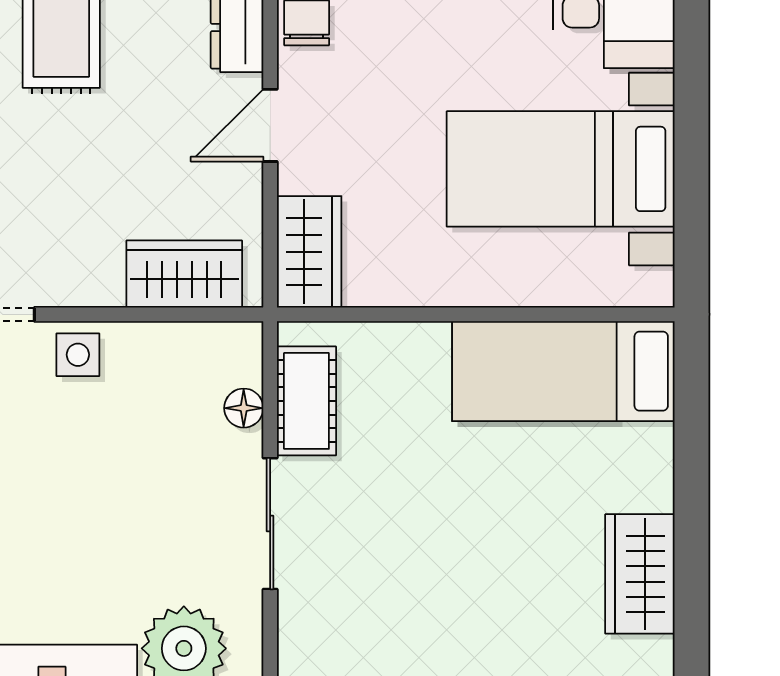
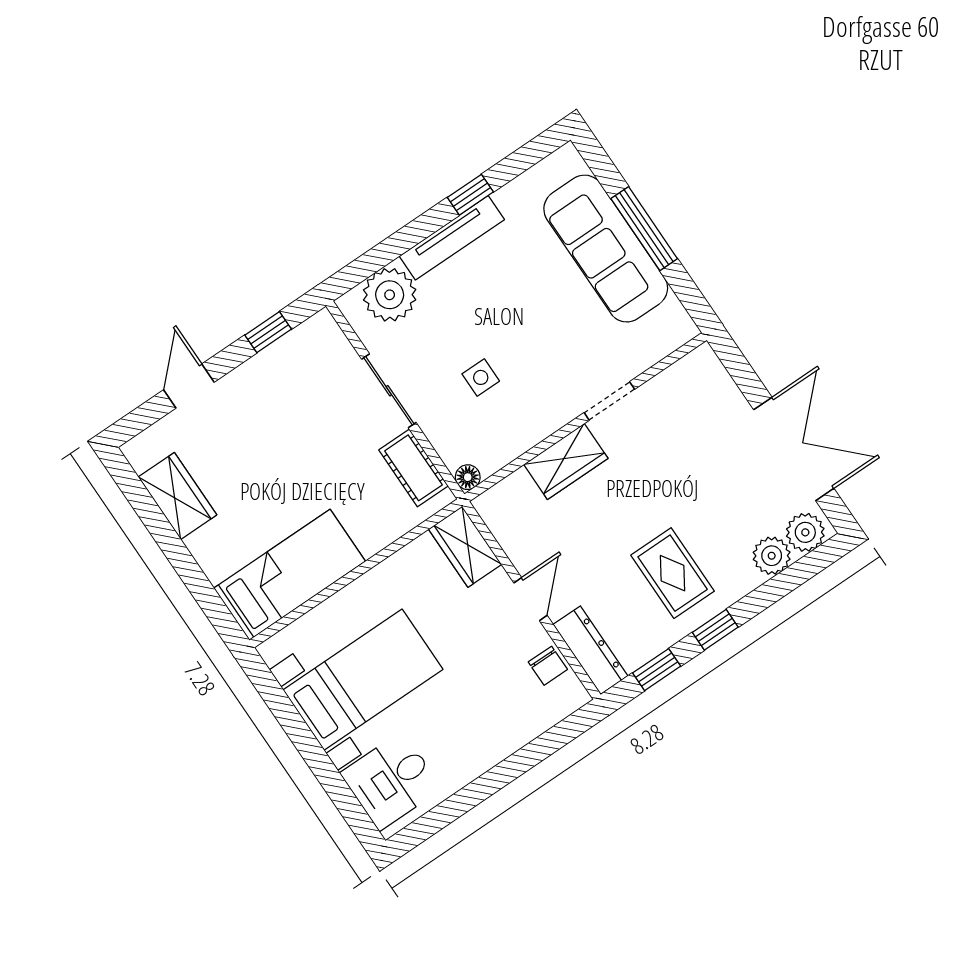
wardrobe: (184, 274) -> (566, 461), moved
side table: (78, 355) -> (481, 377), moved
floor lamp: (244, 408) -> (468, 477), moved

